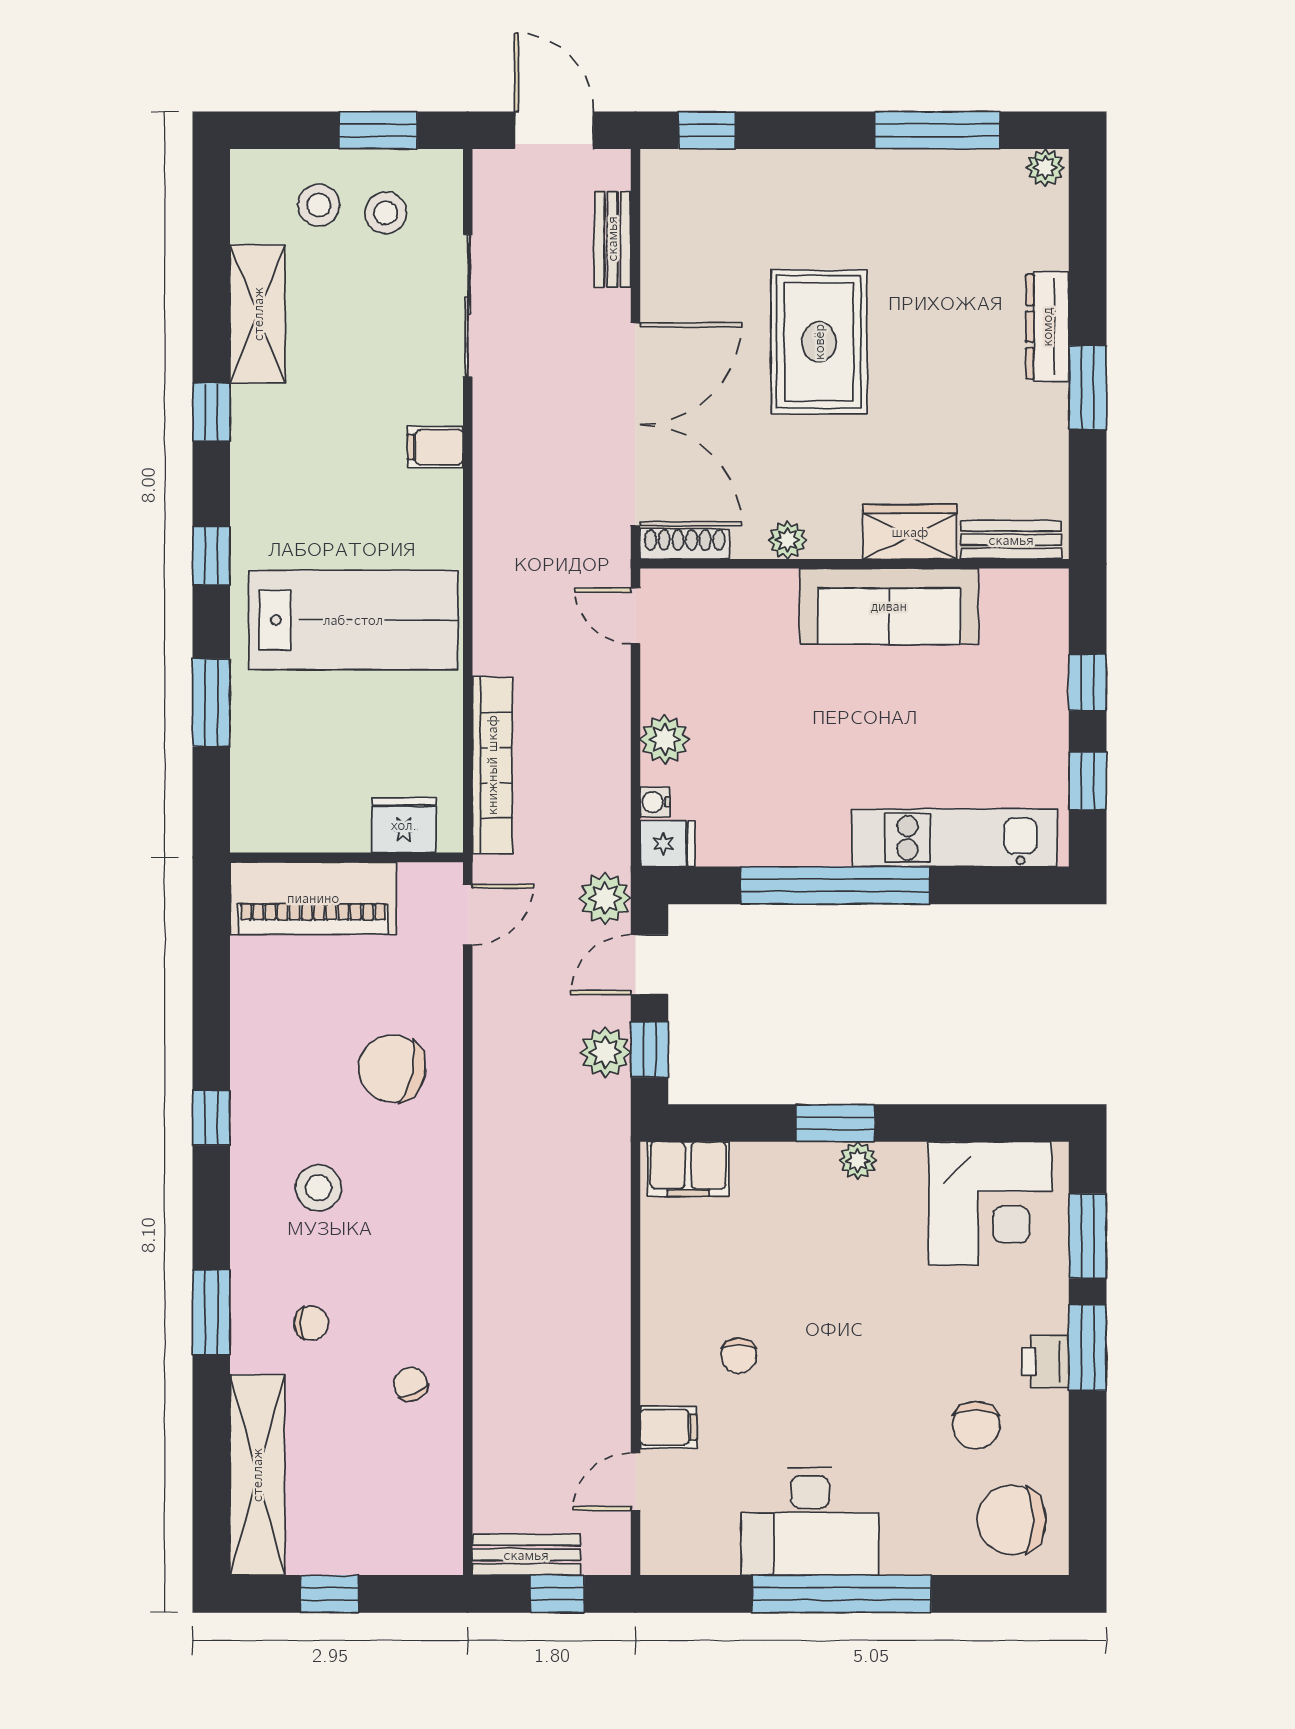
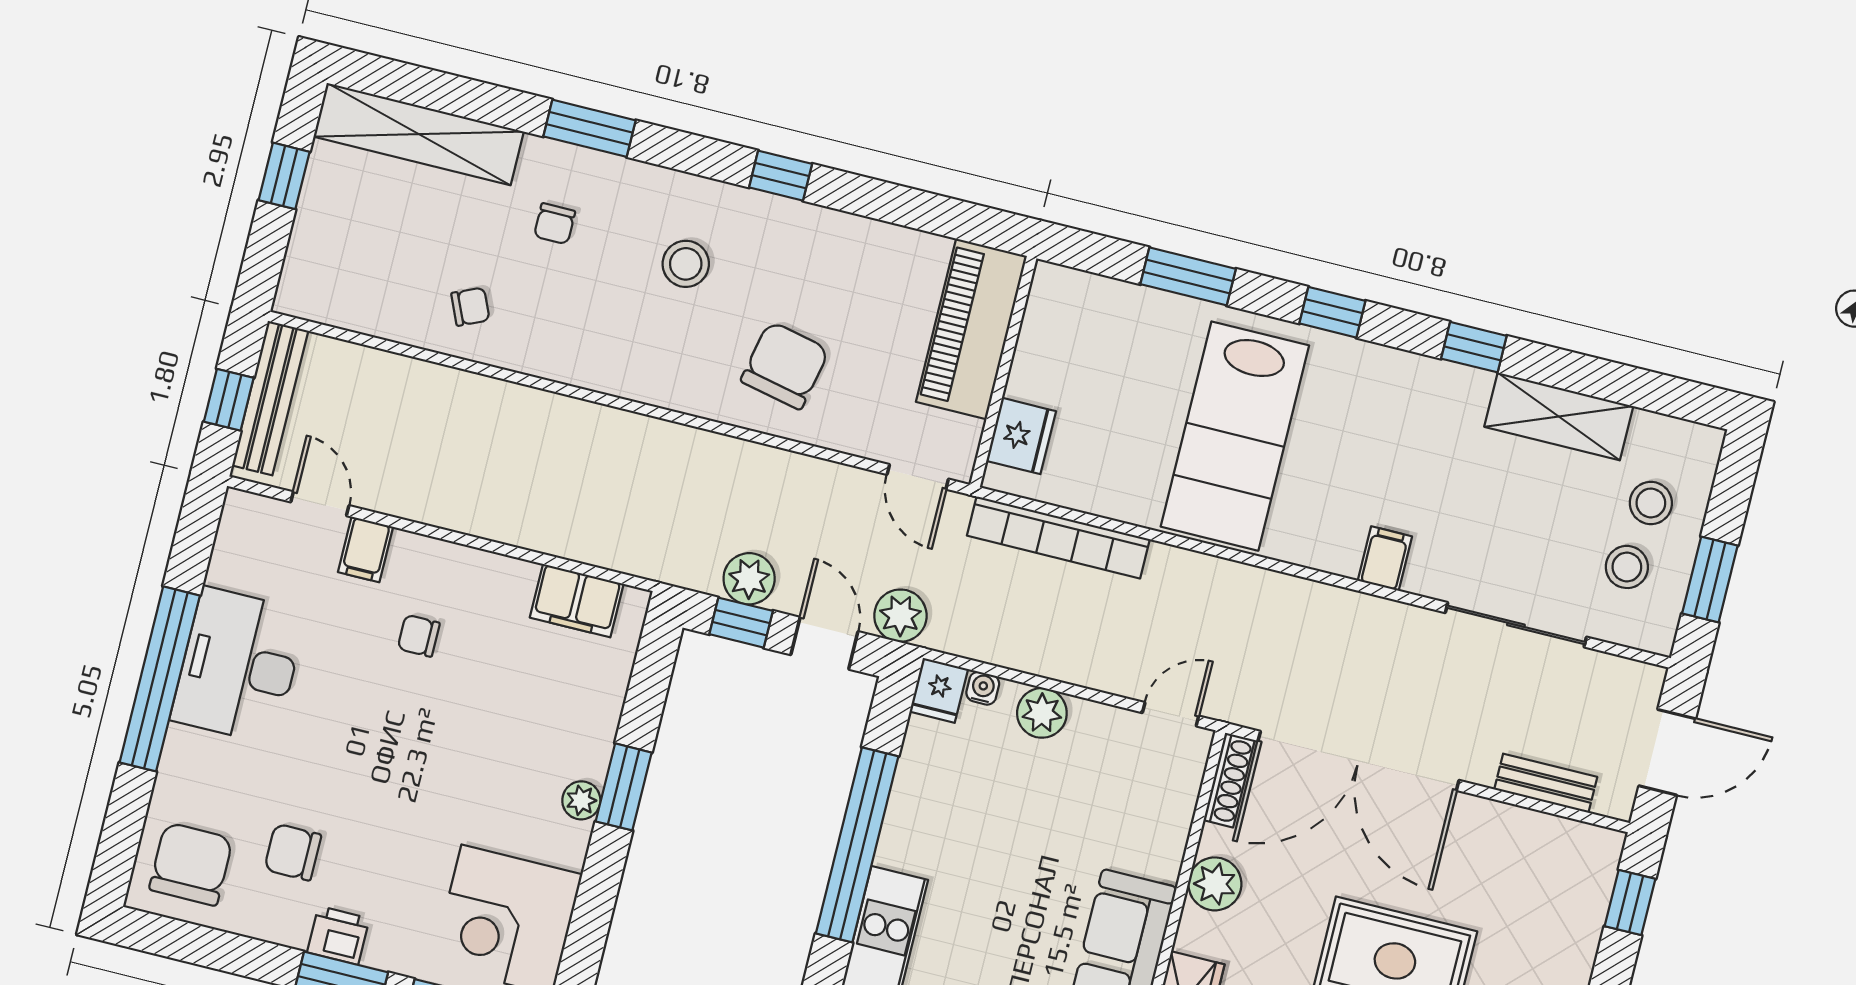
plant: (788, 540) -> (1215, 884), width x1.38, depth x1.38
filing cabinet: (688, 1169) -> (577, 601), moved, turned -90
bench: (526, 1555) -> (270, 398), width x1.36

